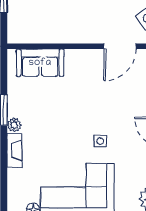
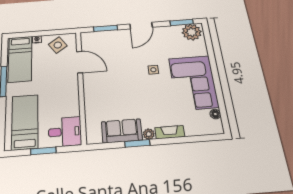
desk: (26, 24) -> (65, 132), added
sofa: (40, 63) -> (122, 131), moved, turned -90

